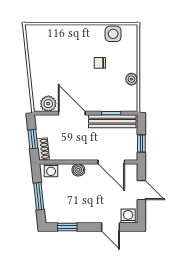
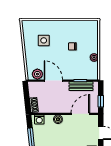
side table: (113, 34) -> (44, 40), moved
bench: (112, 121) -> (81, 86), width x0.73
window: (33, 139) -> (27, 98), removed
door: (111, 162) -> (80, 114), swing flipped

